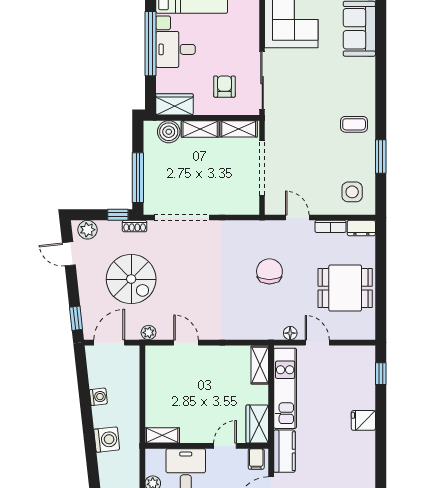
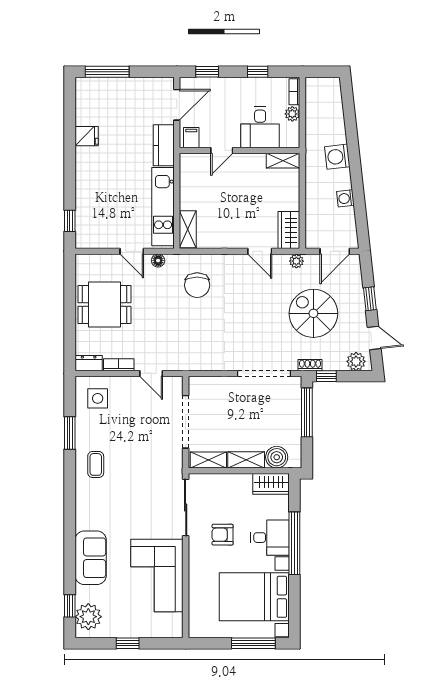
armchair: (224, 87) -> (223, 535), moved, turned 90
coffee table: (354, 124) -> (96, 464), turned 90
chair: (269, 271) -> (197, 285), moved
window: (76, 318) -> (370, 299), moved
fridge: (363, 420) -> (87, 136), moved
wardrobe: (257, 424) -> (289, 230), moved, turned 180

